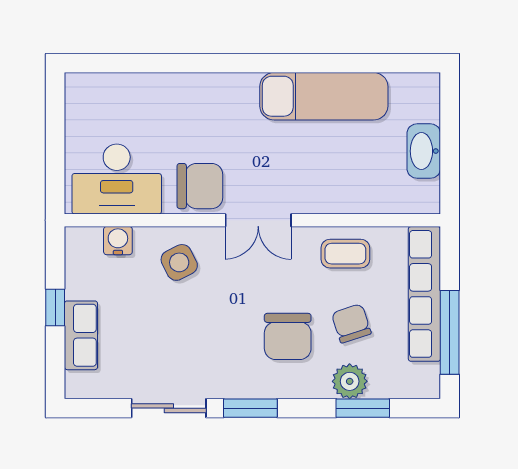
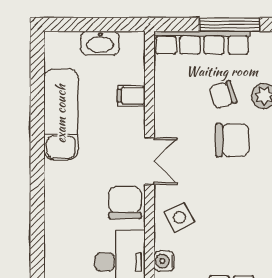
filing cabinet: (350, 195) -> (131, 96), added
coffee table: (345, 254) -> (173, 99), removed

